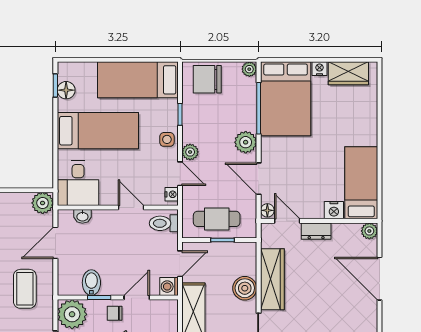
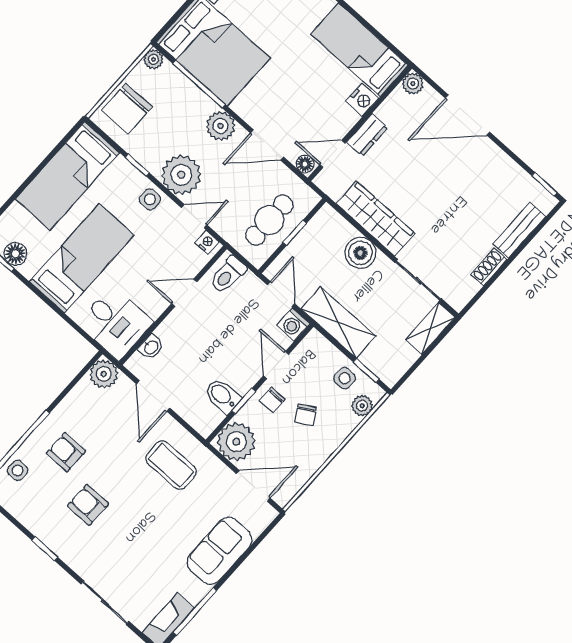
plant: (190, 152) -> (181, 175), width x1.88, depth x1.88

